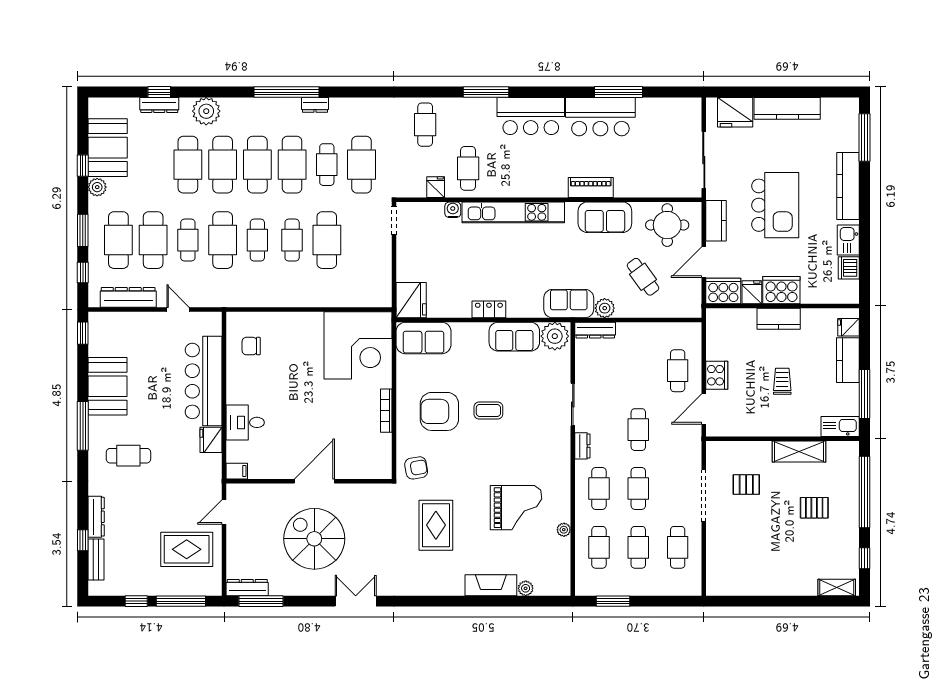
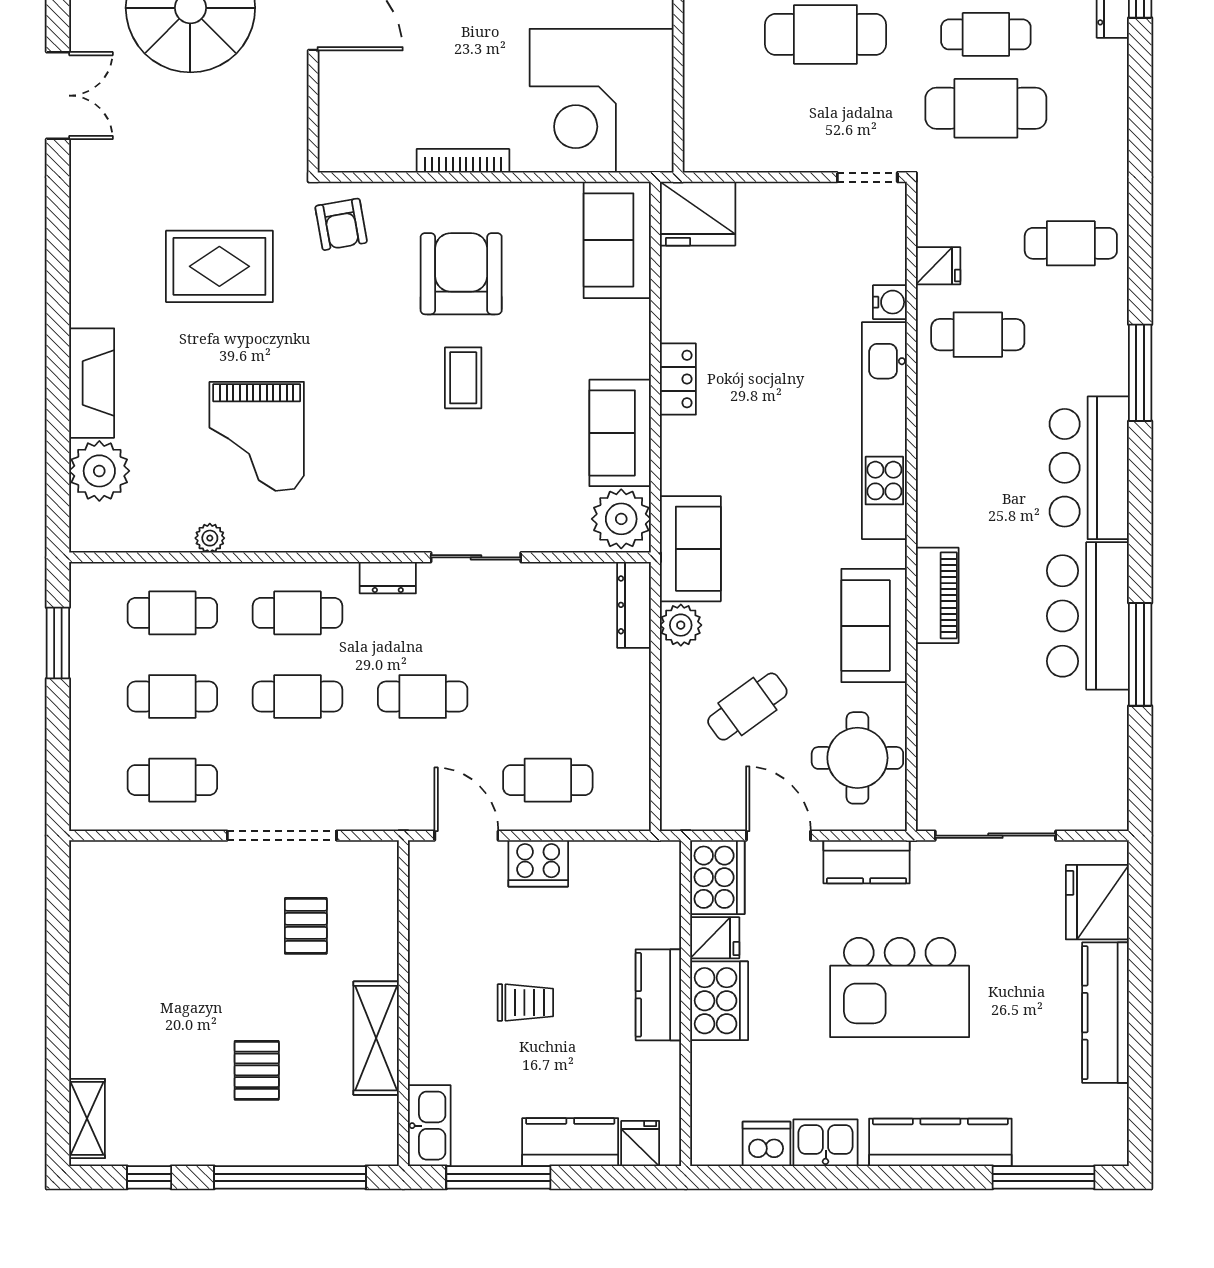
plant: (526, 588) -> (99, 471), width x1.88, depth x1.88

